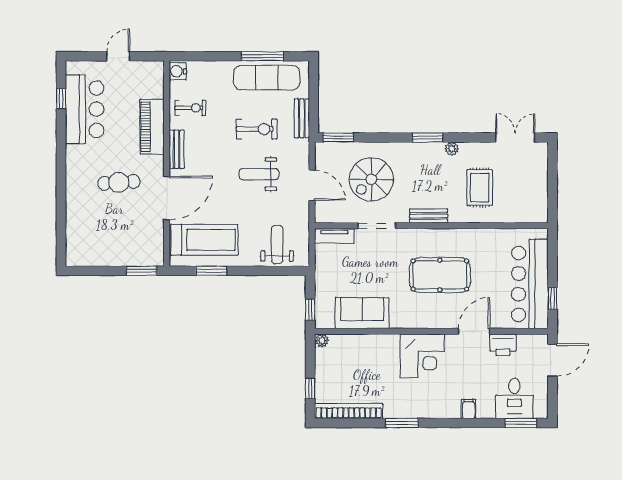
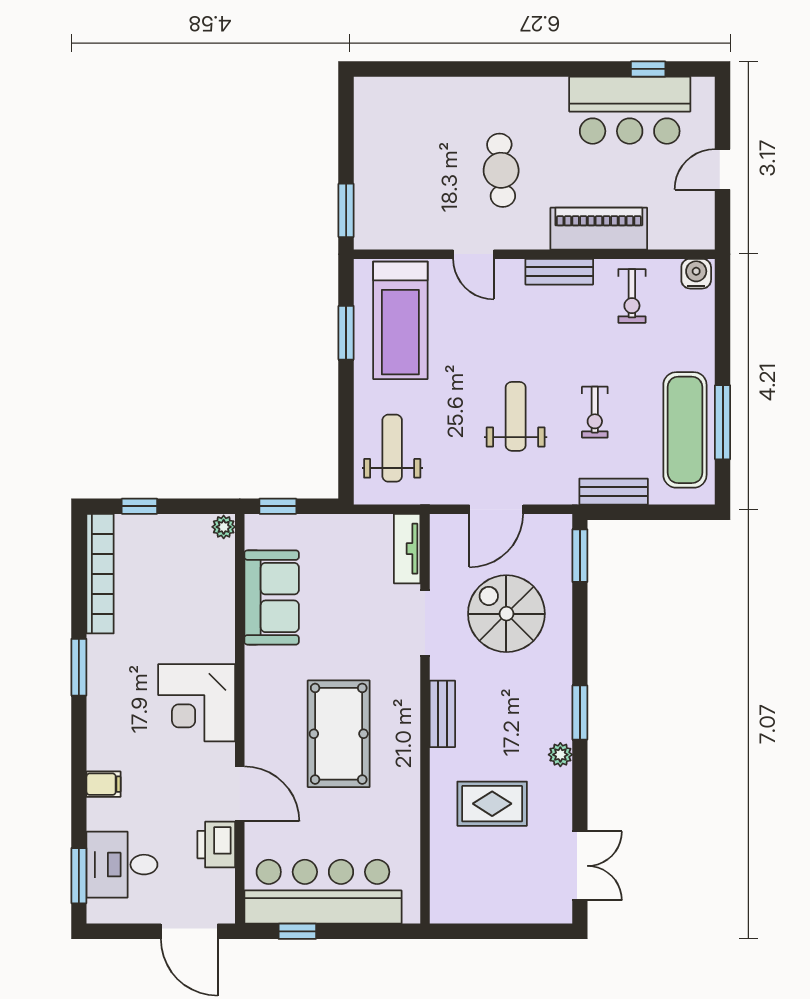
door: (118, 56) -> (723, 169), swing flipped
exercise bike: (257, 129) -> (595, 412), width x0.73, depth x0.72
door: (167, 198) -> (474, 254), width x0.53
weight bench: (277, 244) -> (392, 448), turned -90

